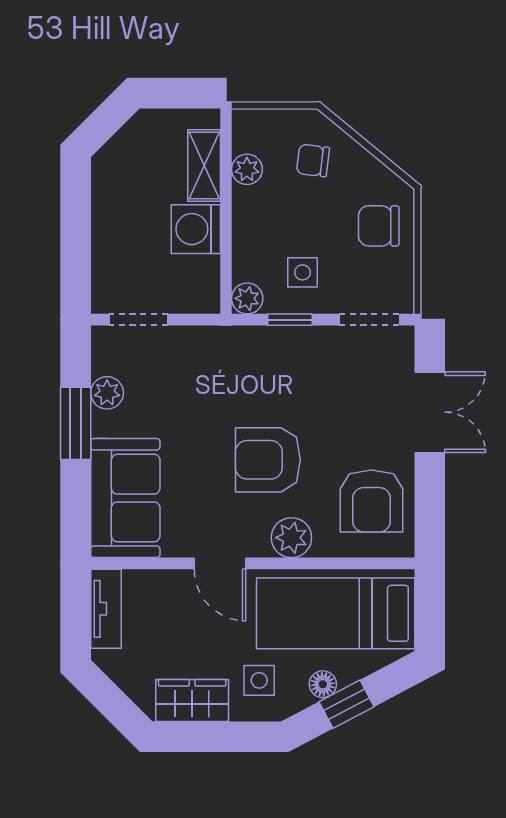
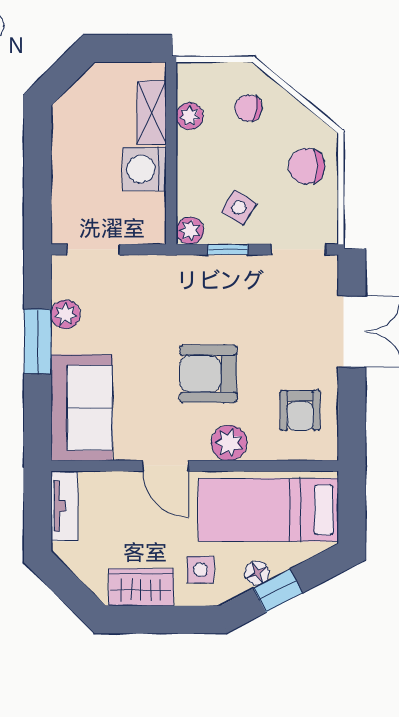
side table: (302, 272) -> (239, 208), turned 32
armchair: (371, 501) -> (300, 410), width x0.72, depth x0.72

